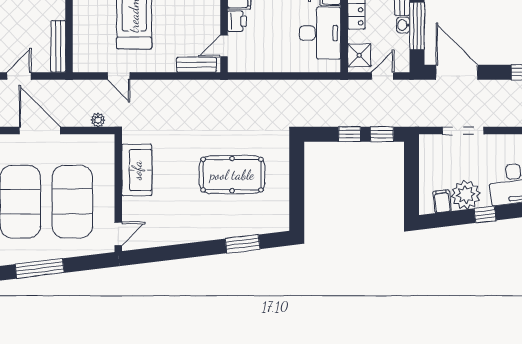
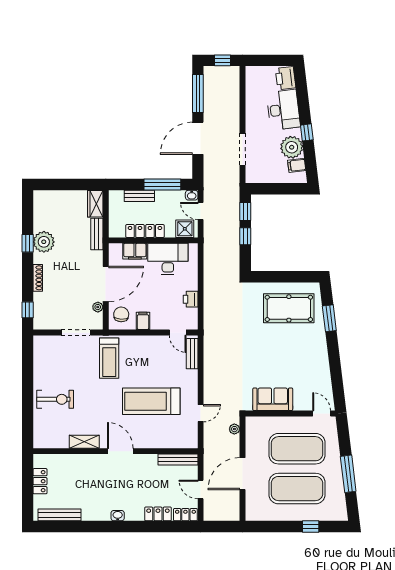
printer: (237, 21) -> (191, 299), moved, turned -90
washbasin: (403, 25) -> (192, 195), moved
door: (457, 72) -> (198, 138), moved
pool table: (232, 175) -> (289, 308), moved, turned 90

